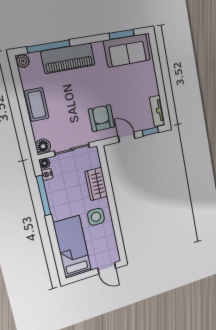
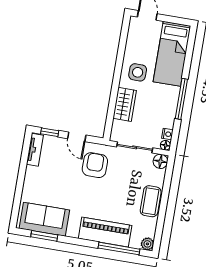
armchair: (101, 118) -> (95, 165), turned 180
window: (44, 196) -> (181, 99), moved

